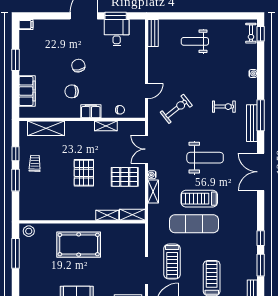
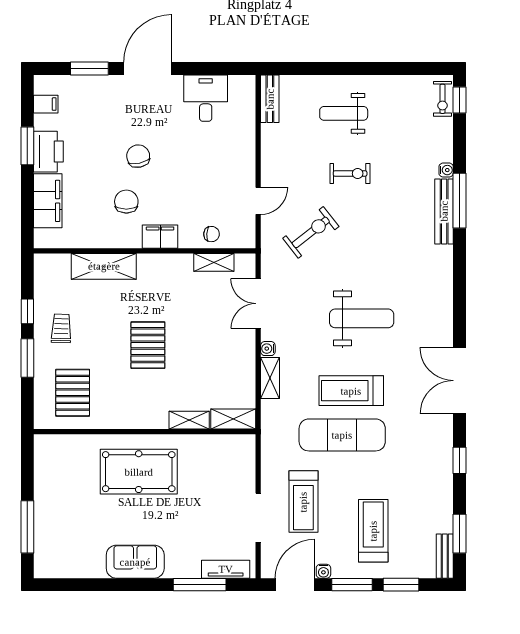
window: (116, 16) -> (89, 68), moved
filing cabinet: (26, 25) -> (46, 104), moved
printer: (27, 63) -> (48, 152), added
chair: (72, 91) -> (126, 202), turned 90
exercise bike: (224, 107) -> (350, 173), moved
window: (261, 115) -> (460, 201), moved
bench: (252, 123) -> (444, 211), moved
shelving: (106, 126) -> (214, 262), moved
shelving: (46, 128) -> (104, 266), moved
double door: (261, 172) -> (460, 381), moved
pallet: (125, 177) -> (73, 393), moved, turned 90
stool: (29, 231) -> (51, 448), removed
window: (16, 253) -> (27, 527), moved
window: (261, 265) -> (460, 534), moved

